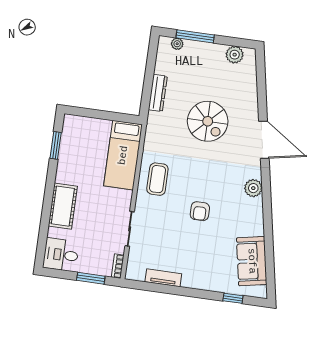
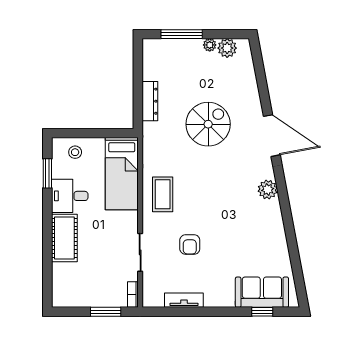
plant: (177, 44) -> (210, 45), moved
spiral stairs: (208, 121) -> (208, 124), turned -90
stool: (83, 130) -> (75, 152), added
armchair: (200, 211) -> (190, 244), moved
desk: (61, 255) -> (70, 196), moved
sofa: (252, 261) -> (262, 292), moved, turned 101

